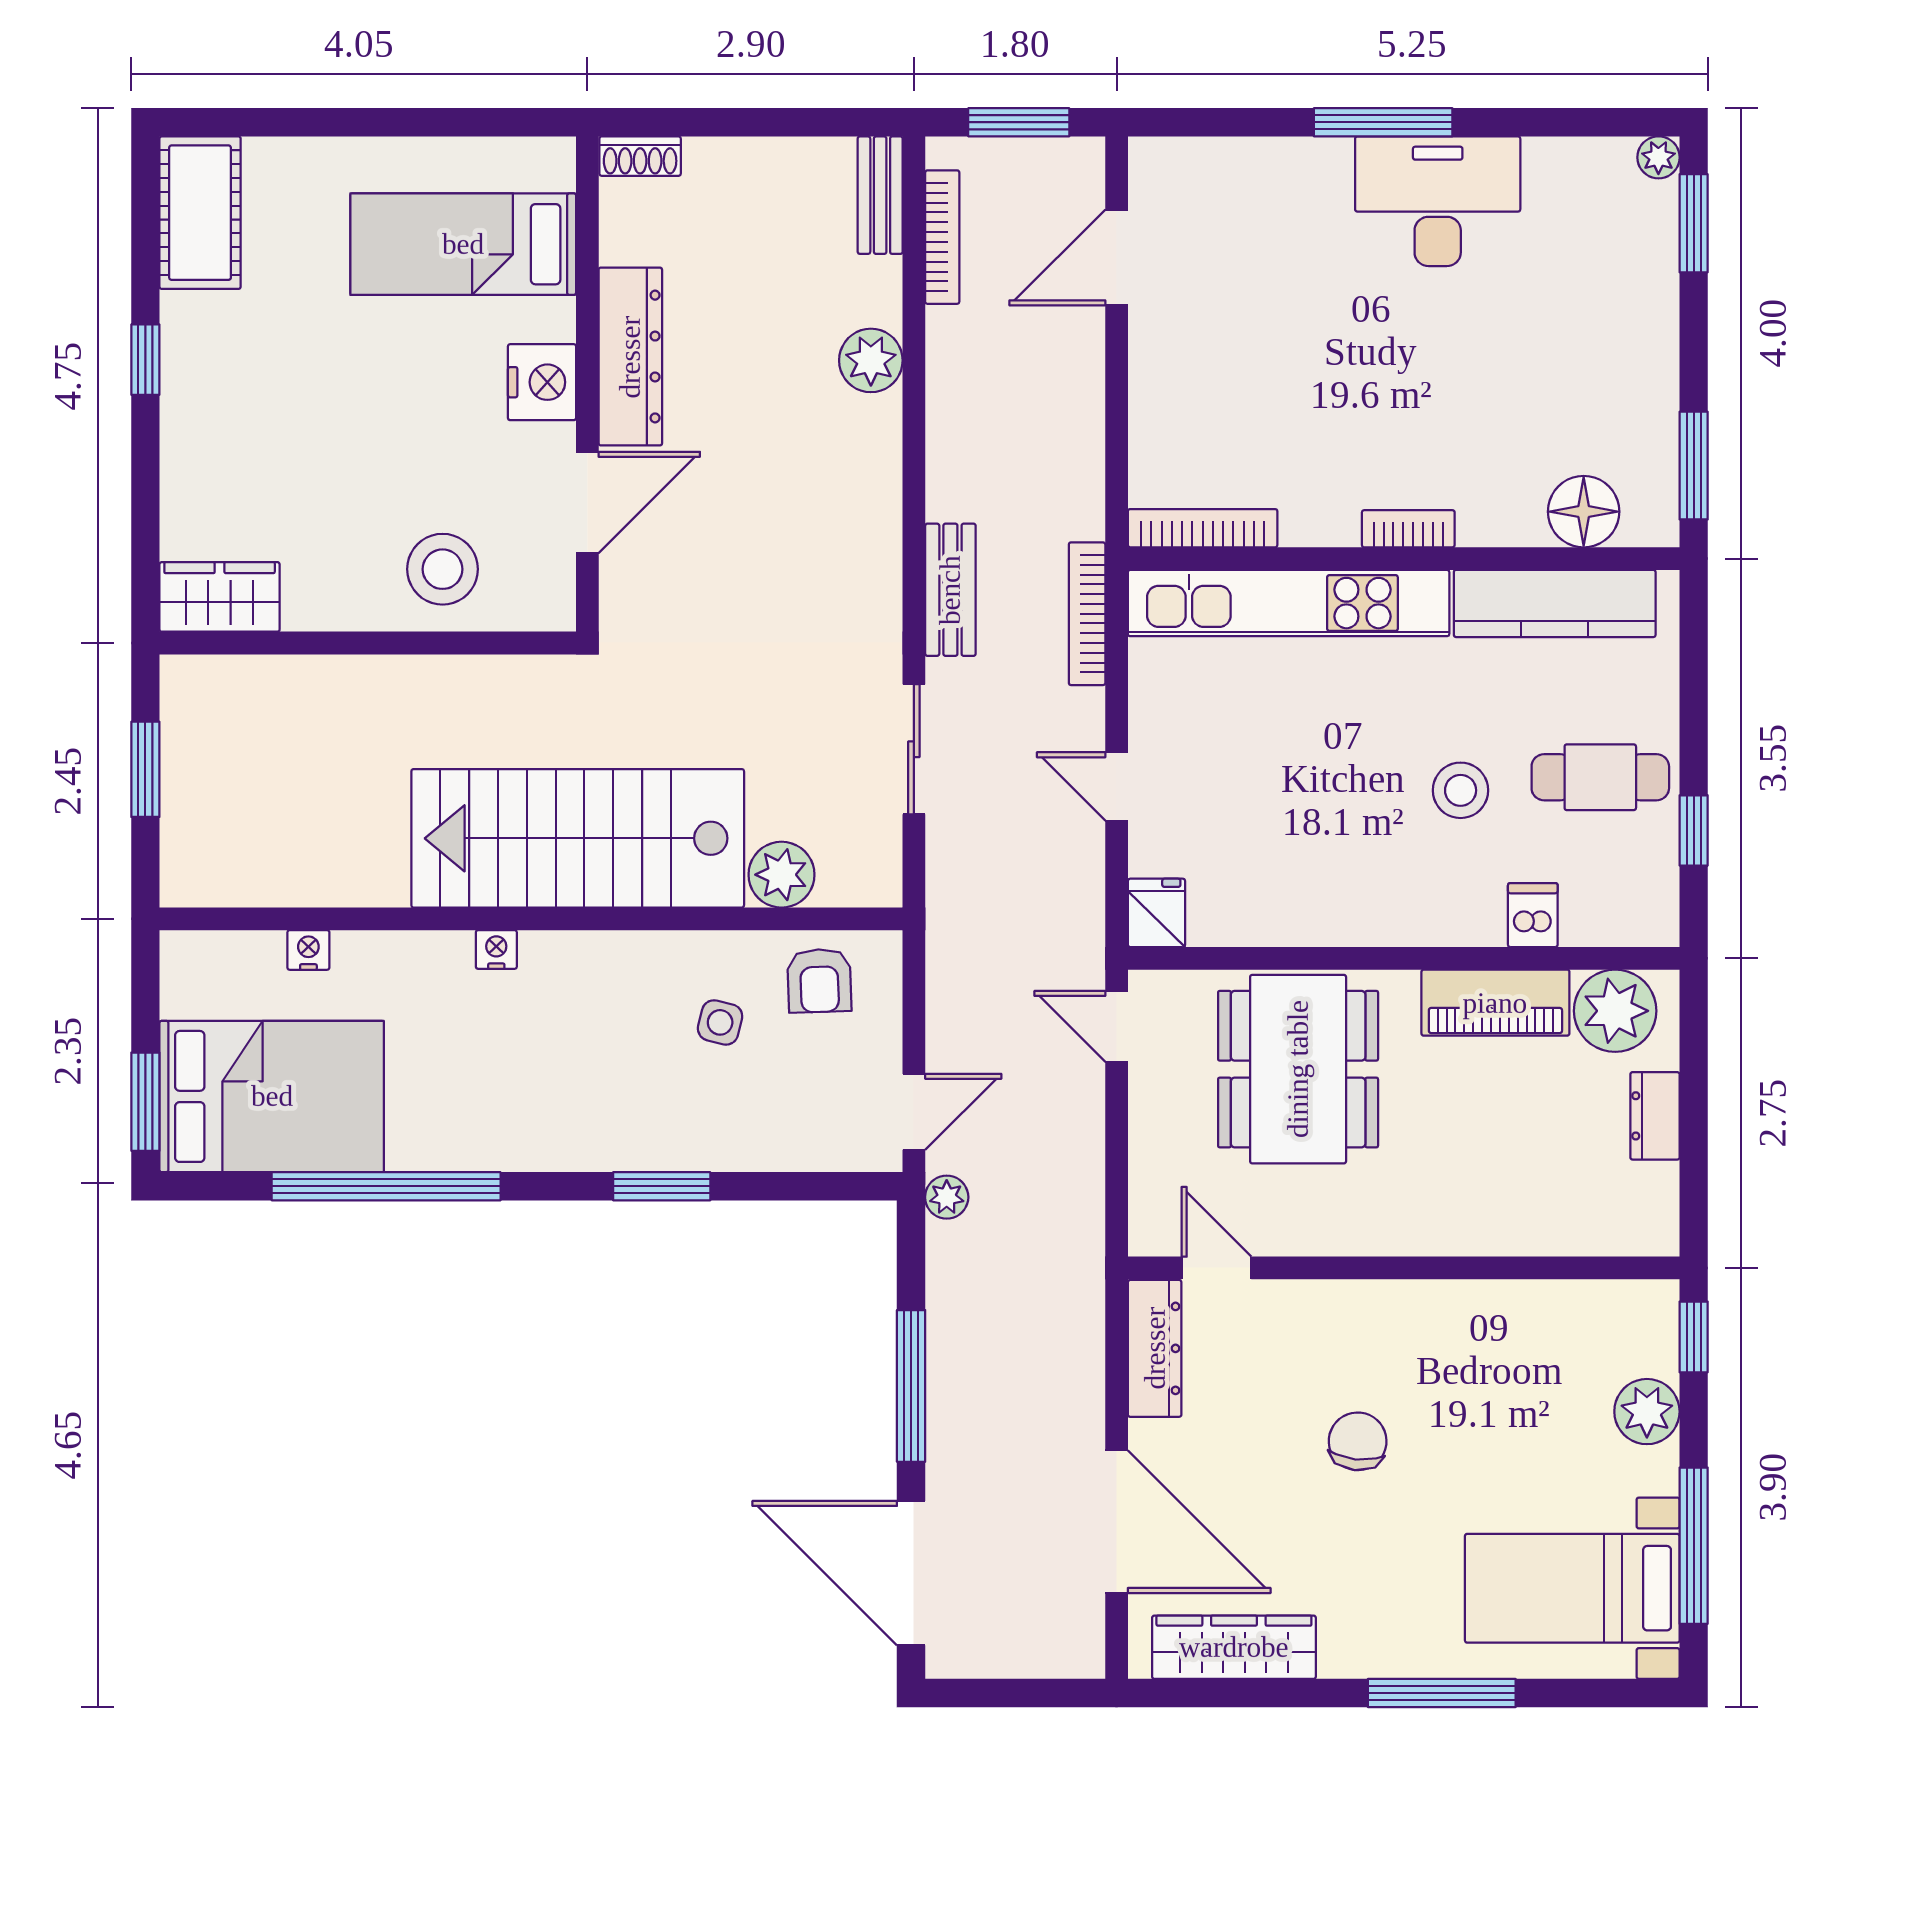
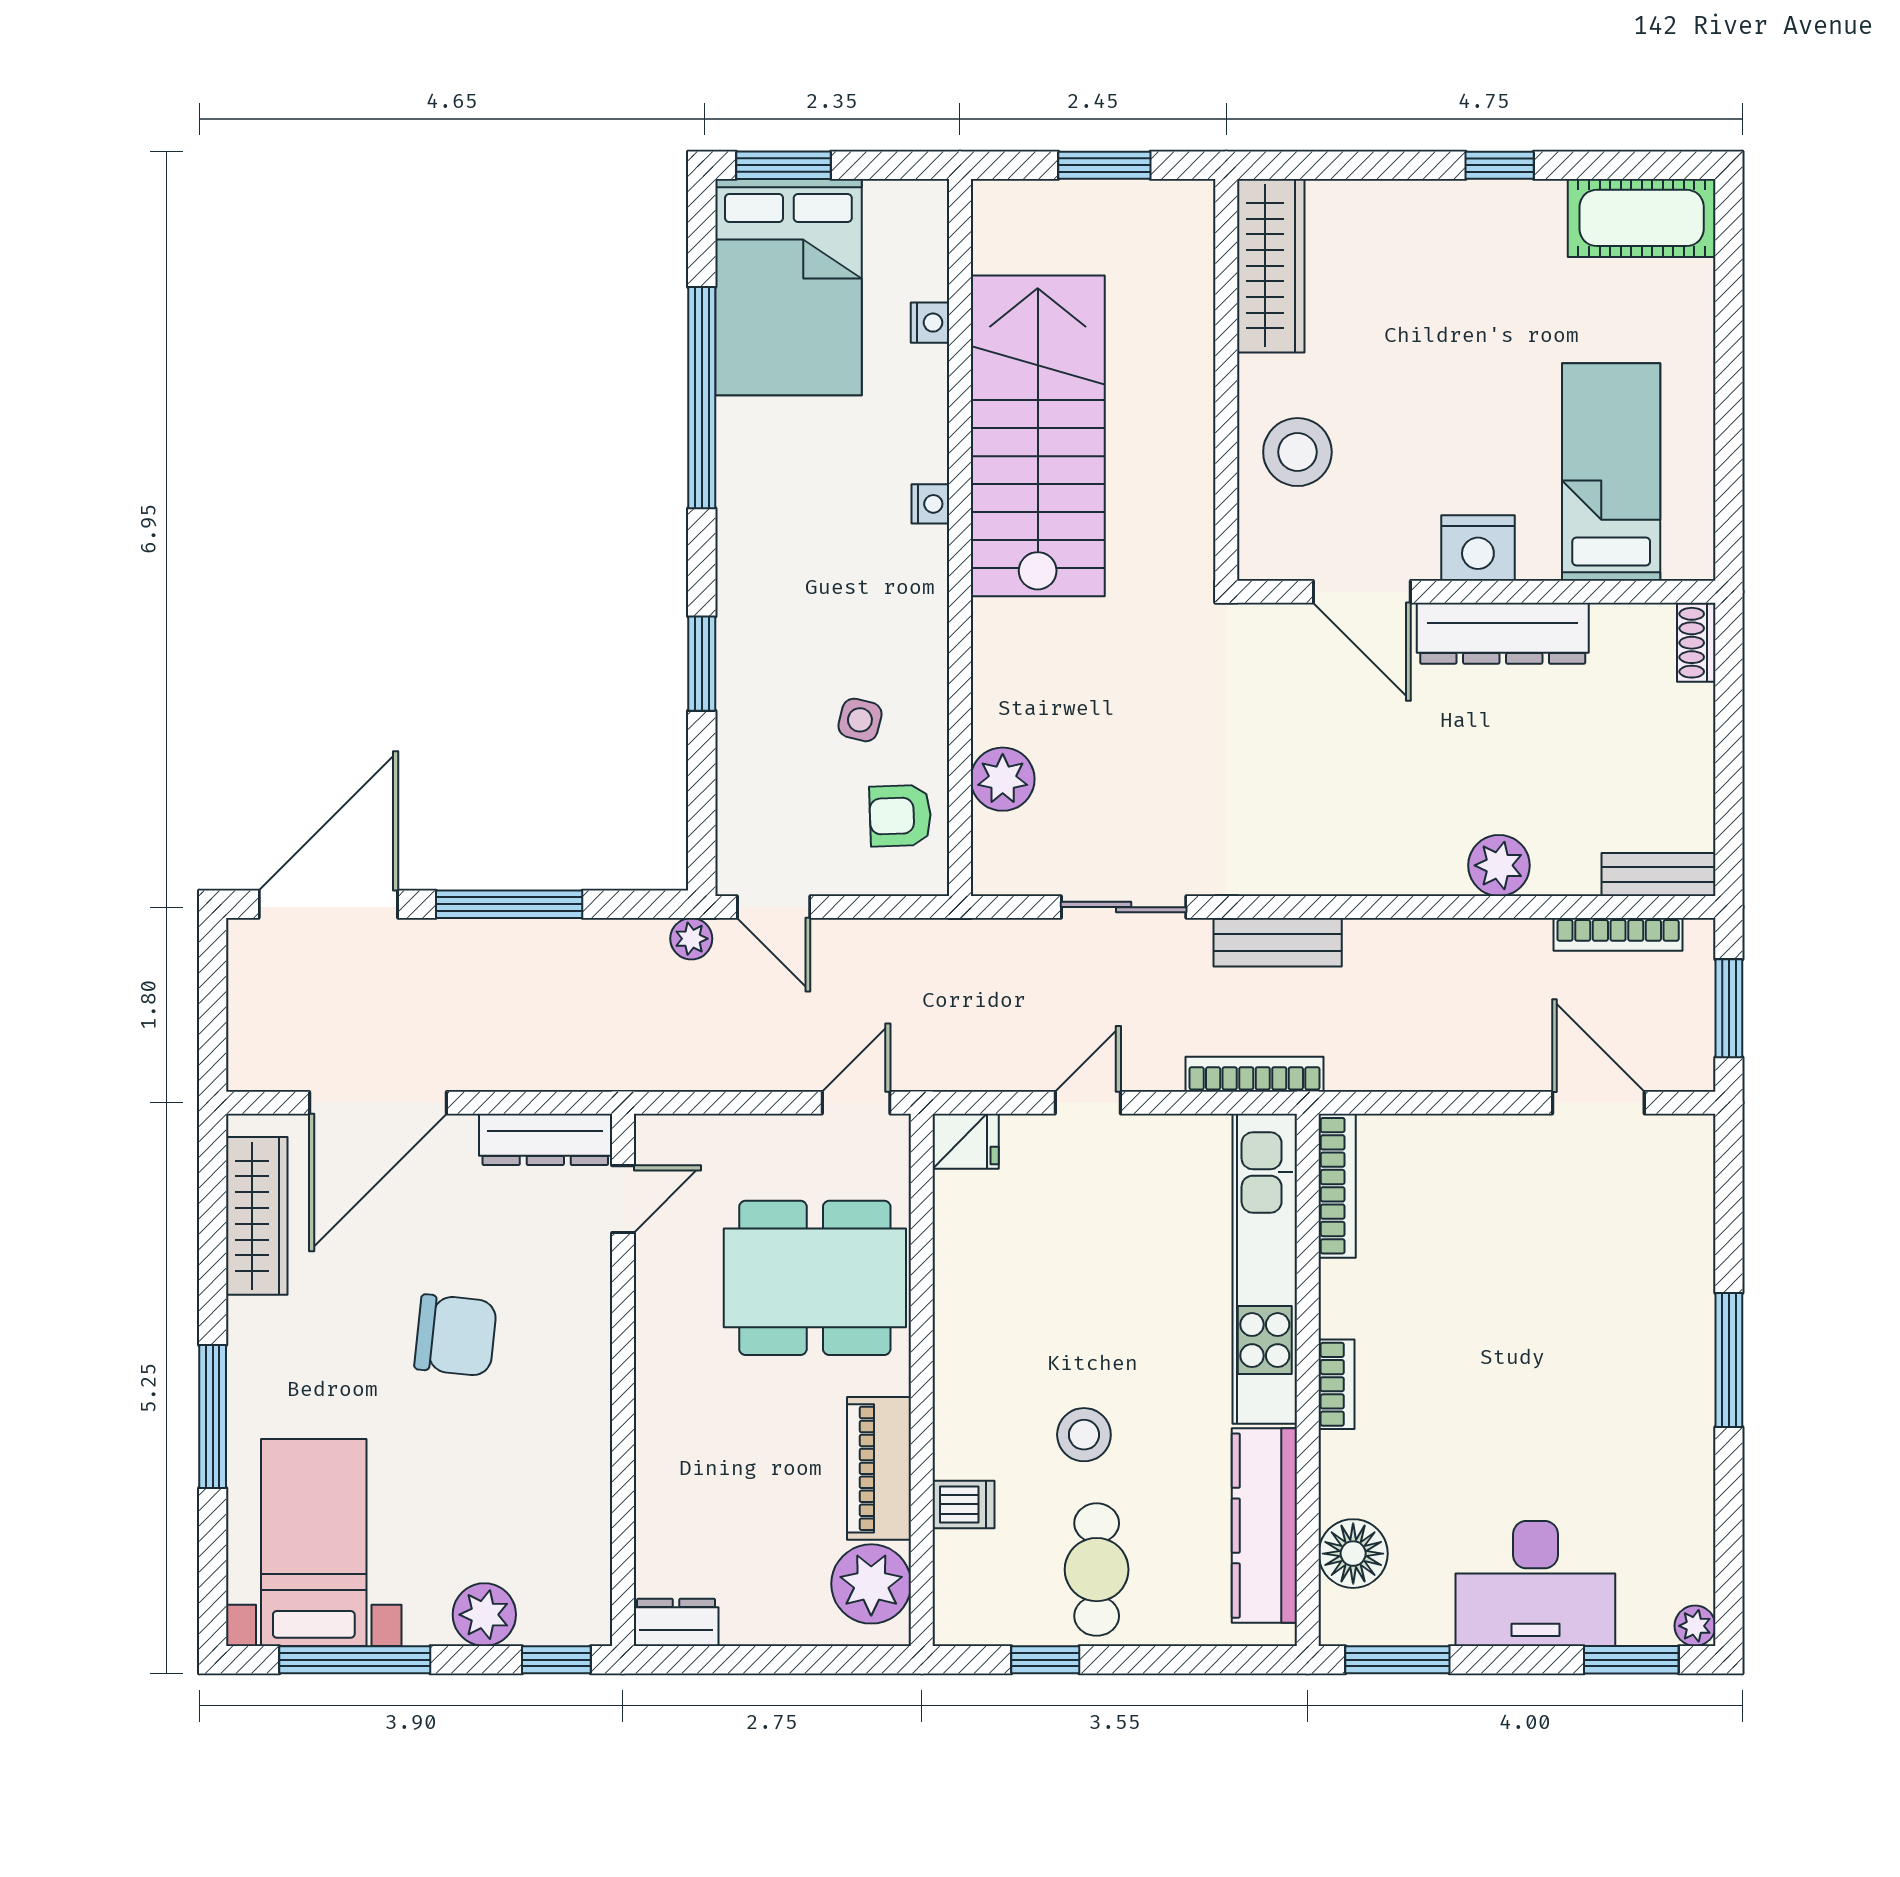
desk: (1438, 201) -> (1535, 1583), moved, turned 90
wardrobe: (220, 597) -> (1271, 266), width x1.50
stairs: (578, 838) -> (1038, 436), moved
dresser: (1655, 1116) -> (676, 1622), moved
chair: (1358, 1441) -> (456, 1335), width x1.37, depth x1.37

